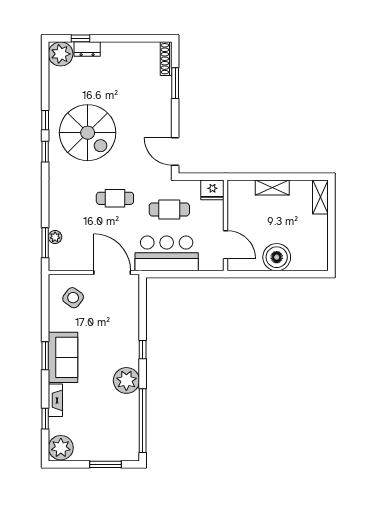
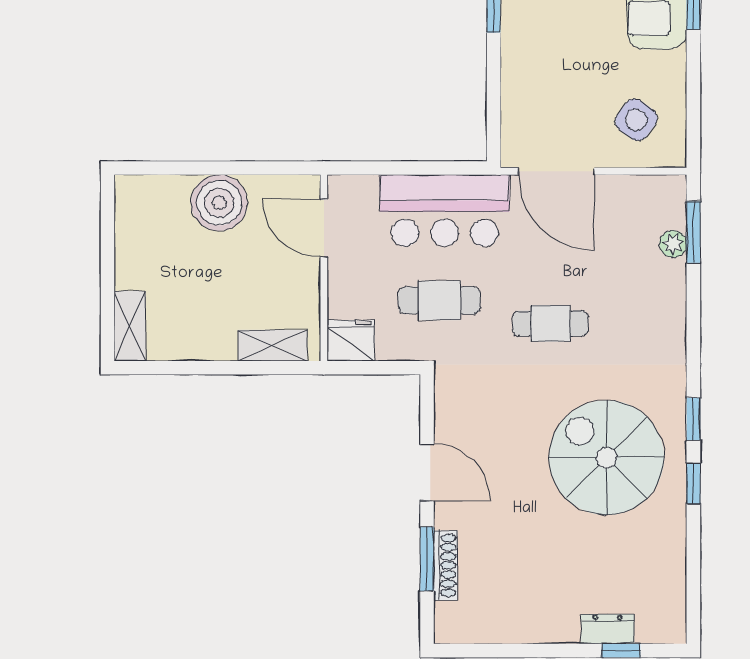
plant: (61, 54) -> (662, 619), removed
shoe rack: (166, 59) -> (446, 565), moved
door: (175, 151) -> (427, 473), moved
shelving: (272, 187) -> (272, 345), moved

